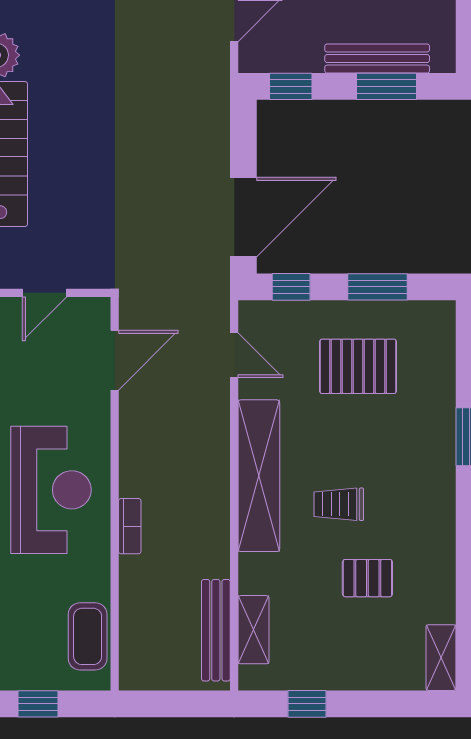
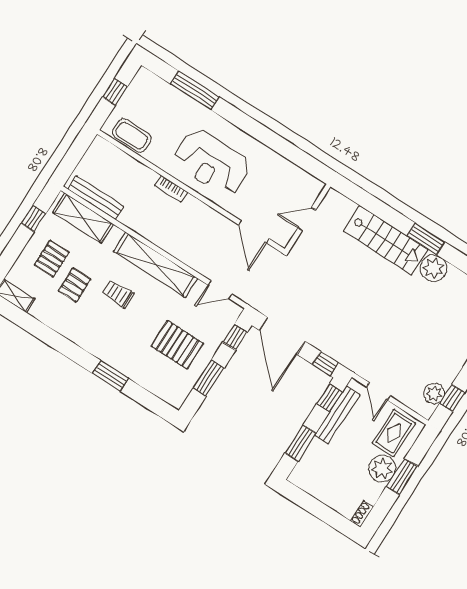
bench: (377, 59) -> (337, 415), moved
window: (243, 125) -> (325, 364), added
door: (45, 293) -> (307, 219), hinge flipped
pallet: (358, 366) -> (177, 345), turned 90
trolley: (339, 504) -> (118, 294), turned -90
shelving: (253, 630) -> (83, 218), width x1.50, depth x1.33
pallet: (350, 638) -> (52, 259), added

